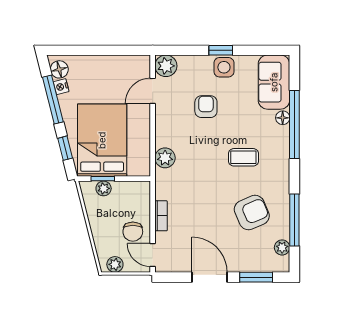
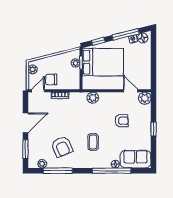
side table: (224, 67) -> (144, 131), removed

